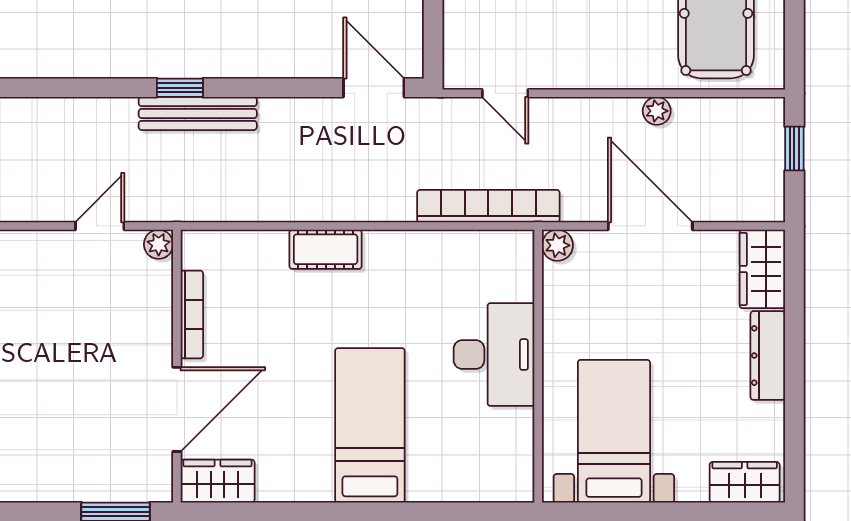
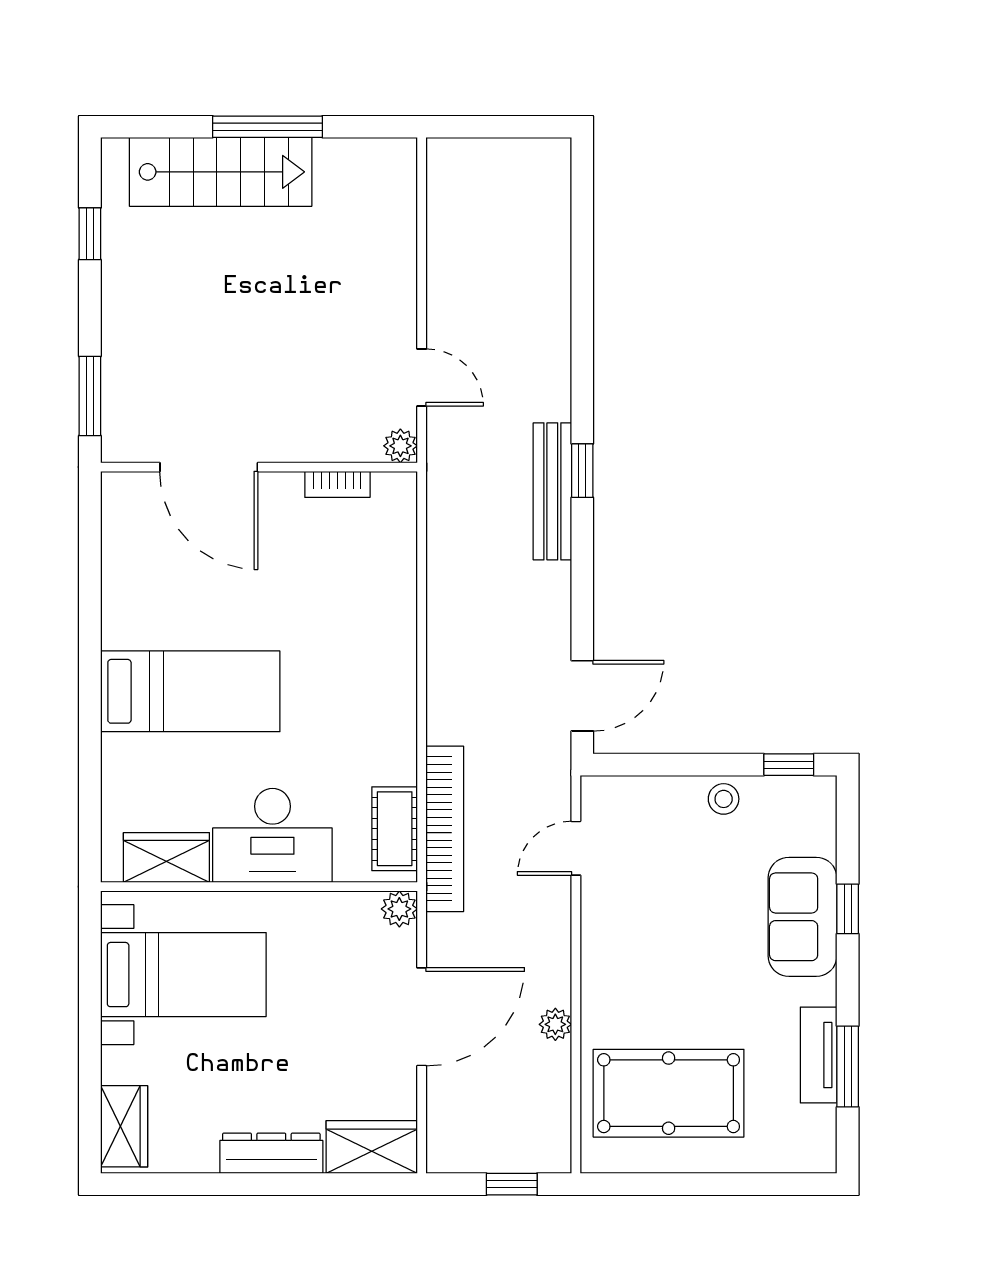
cot: (326, 249) -> (395, 829), moved
bookcase: (192, 314) -> (337, 484), width x0.64
wardrobe: (218, 481) -> (166, 857), moved, turned -90

